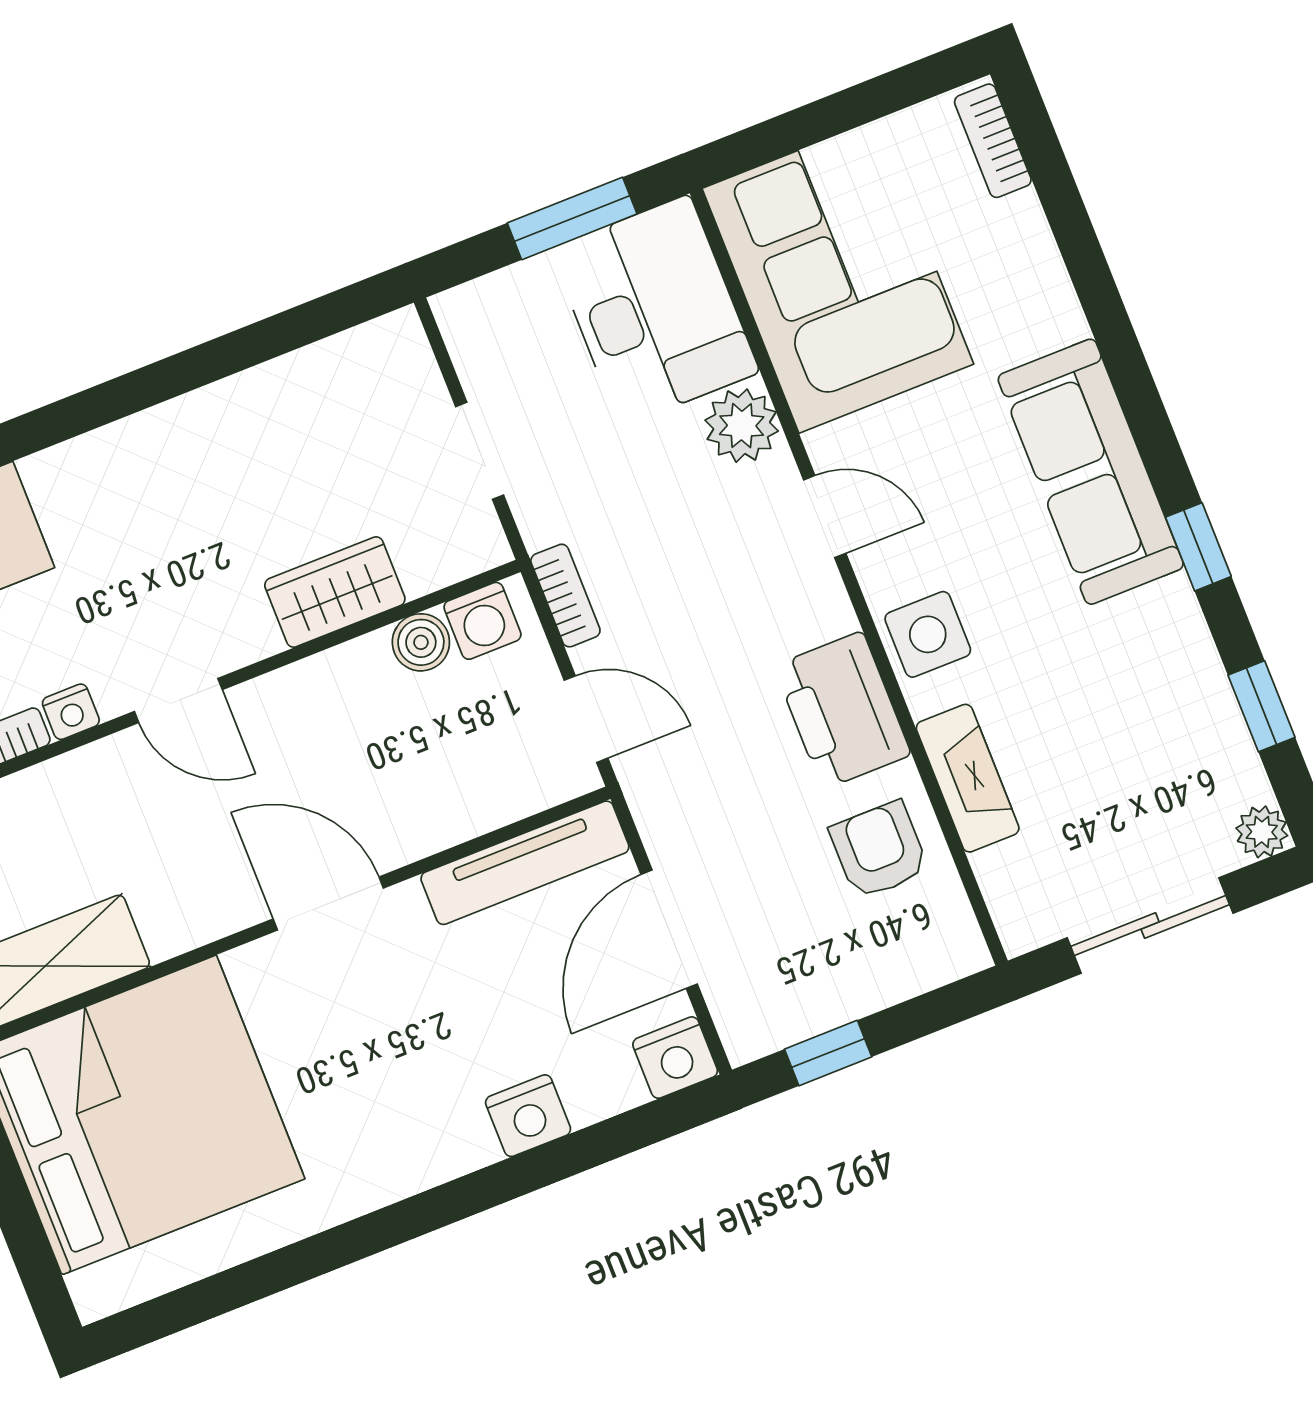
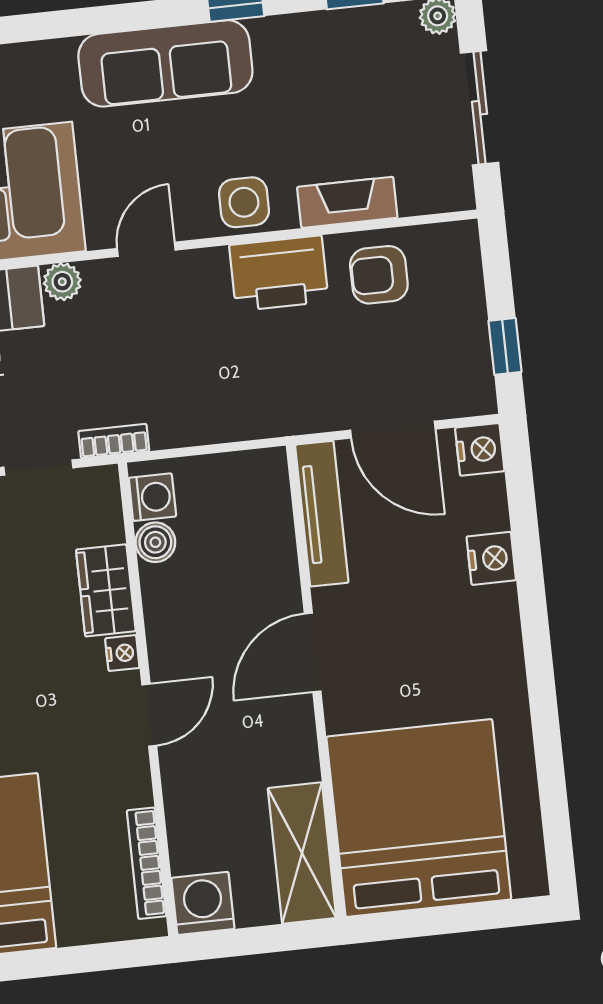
plant: (742, 426) -> (62, 282), width x0.73, depth x0.73
bookcase: (565, 596) -> (114, 441), moved
nightstand: (71, 712) -> (122, 653), moved
door: (586, 719) -> (237, 446), removed

